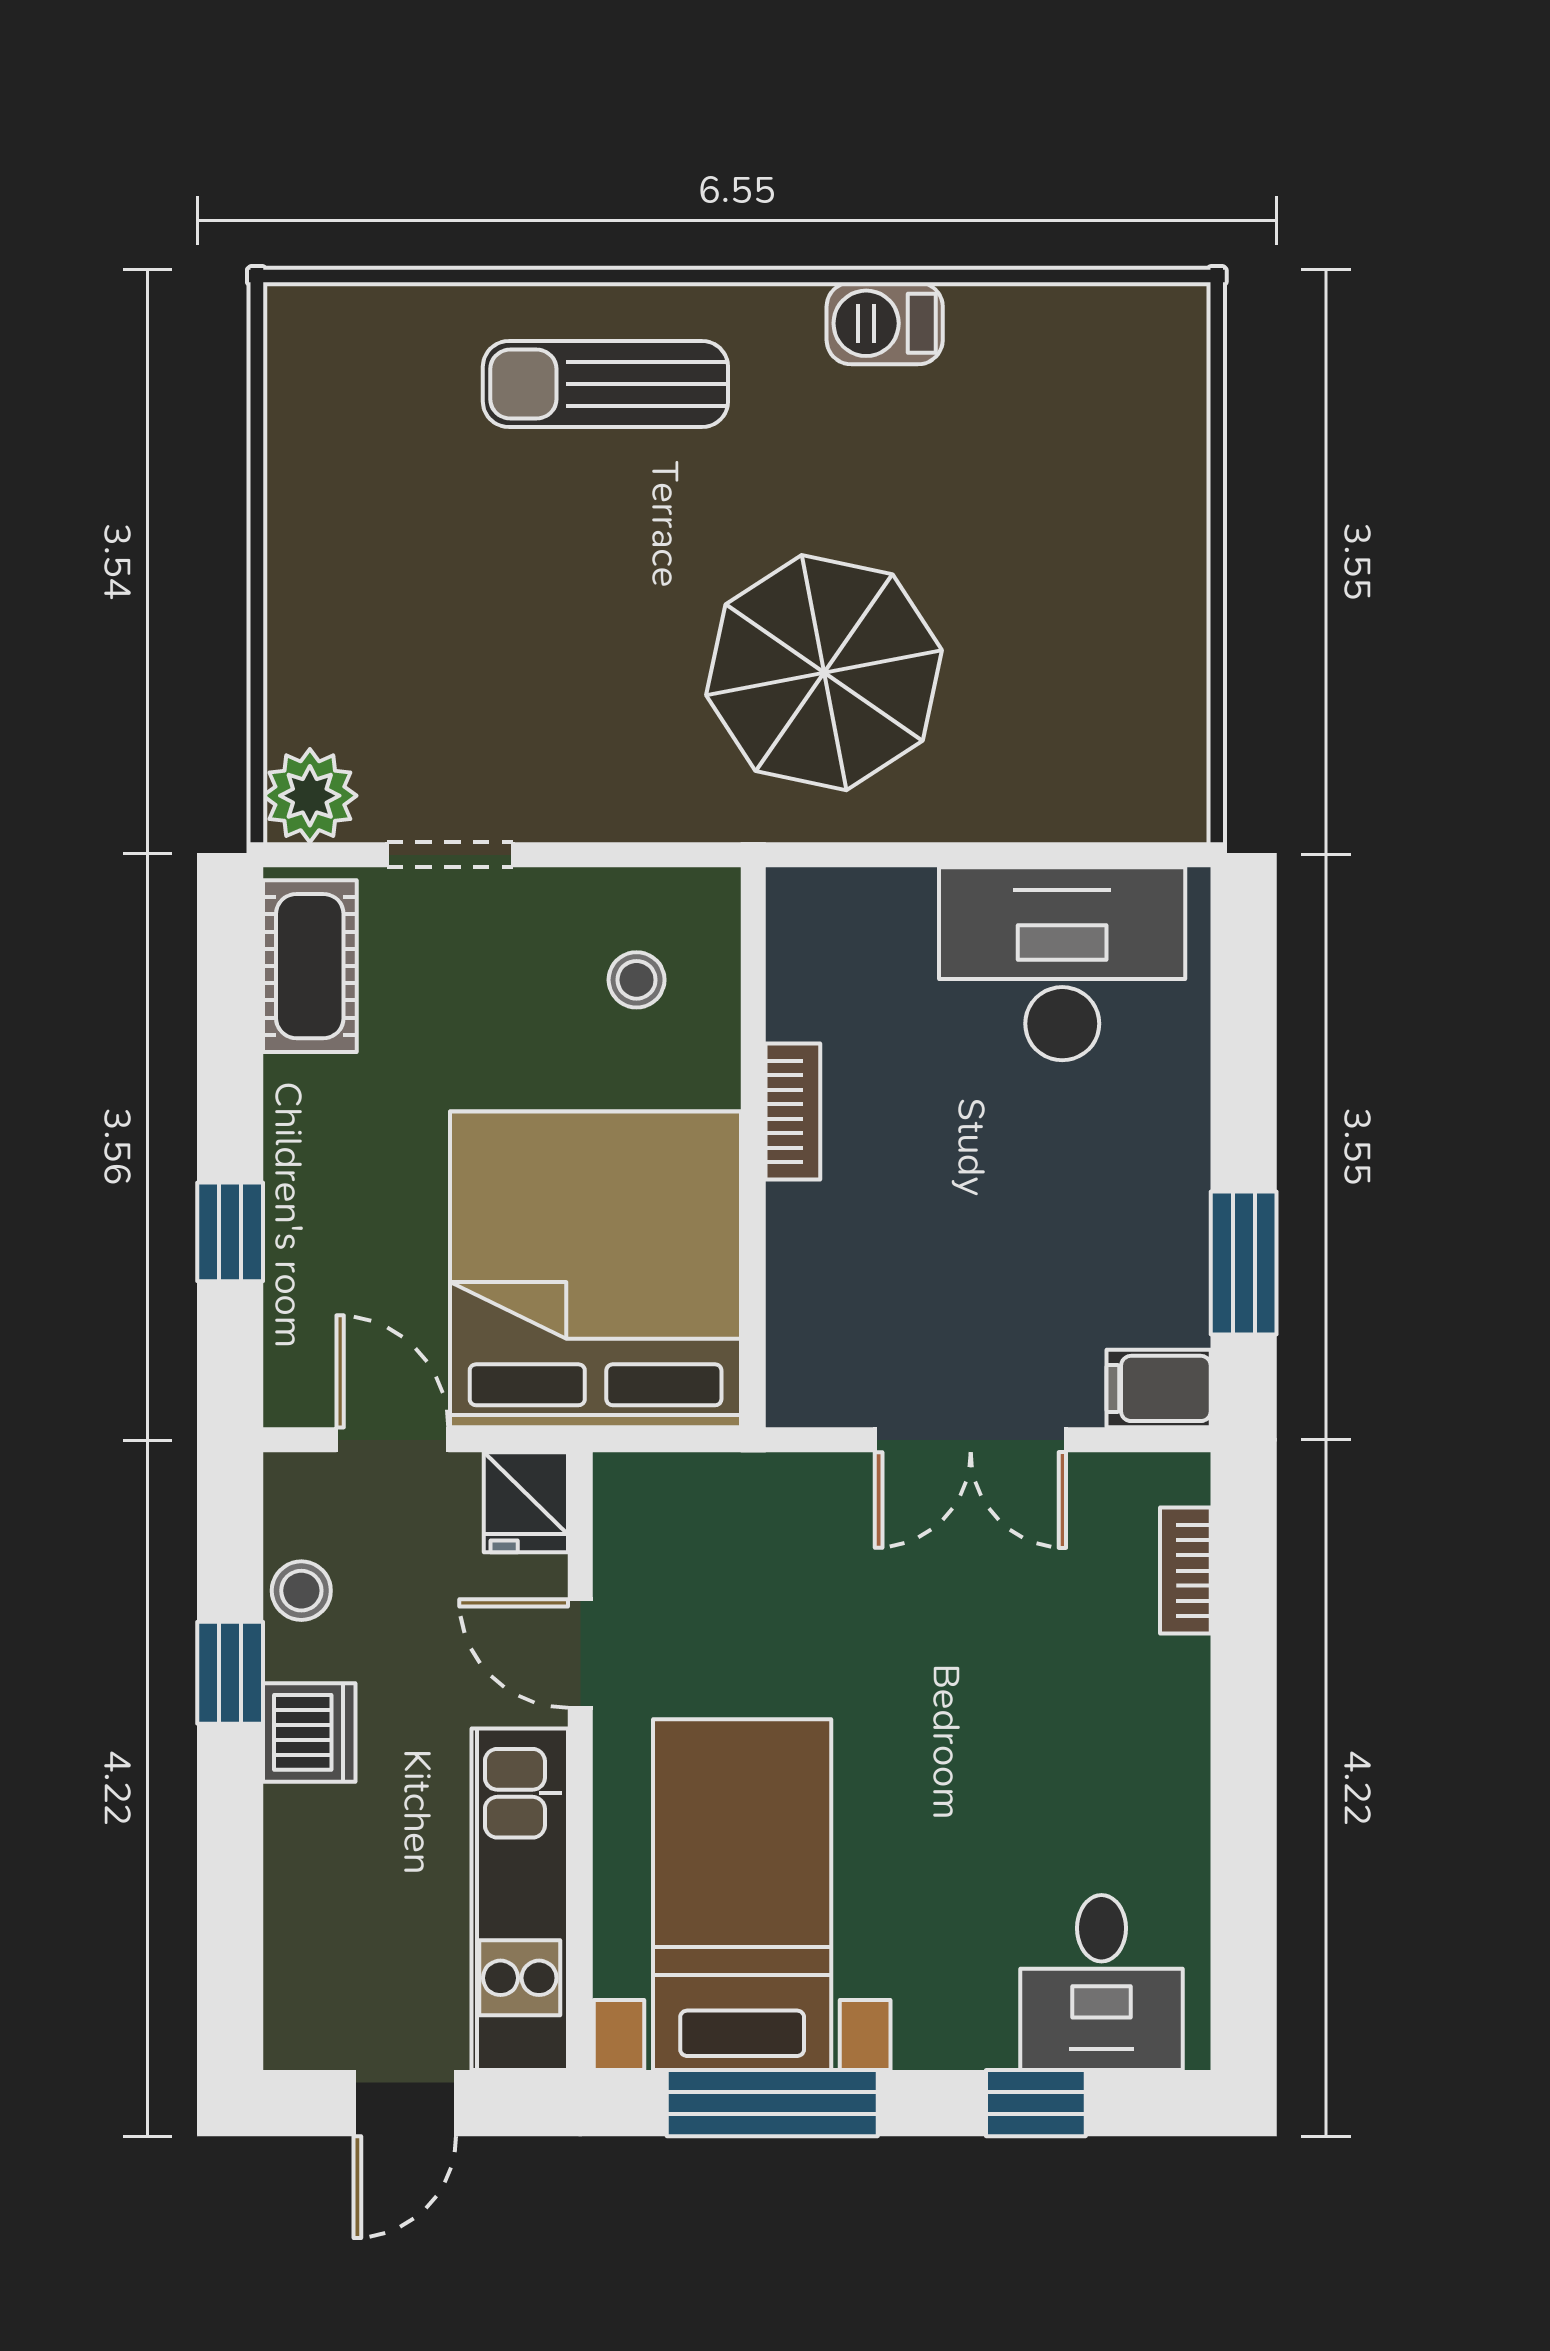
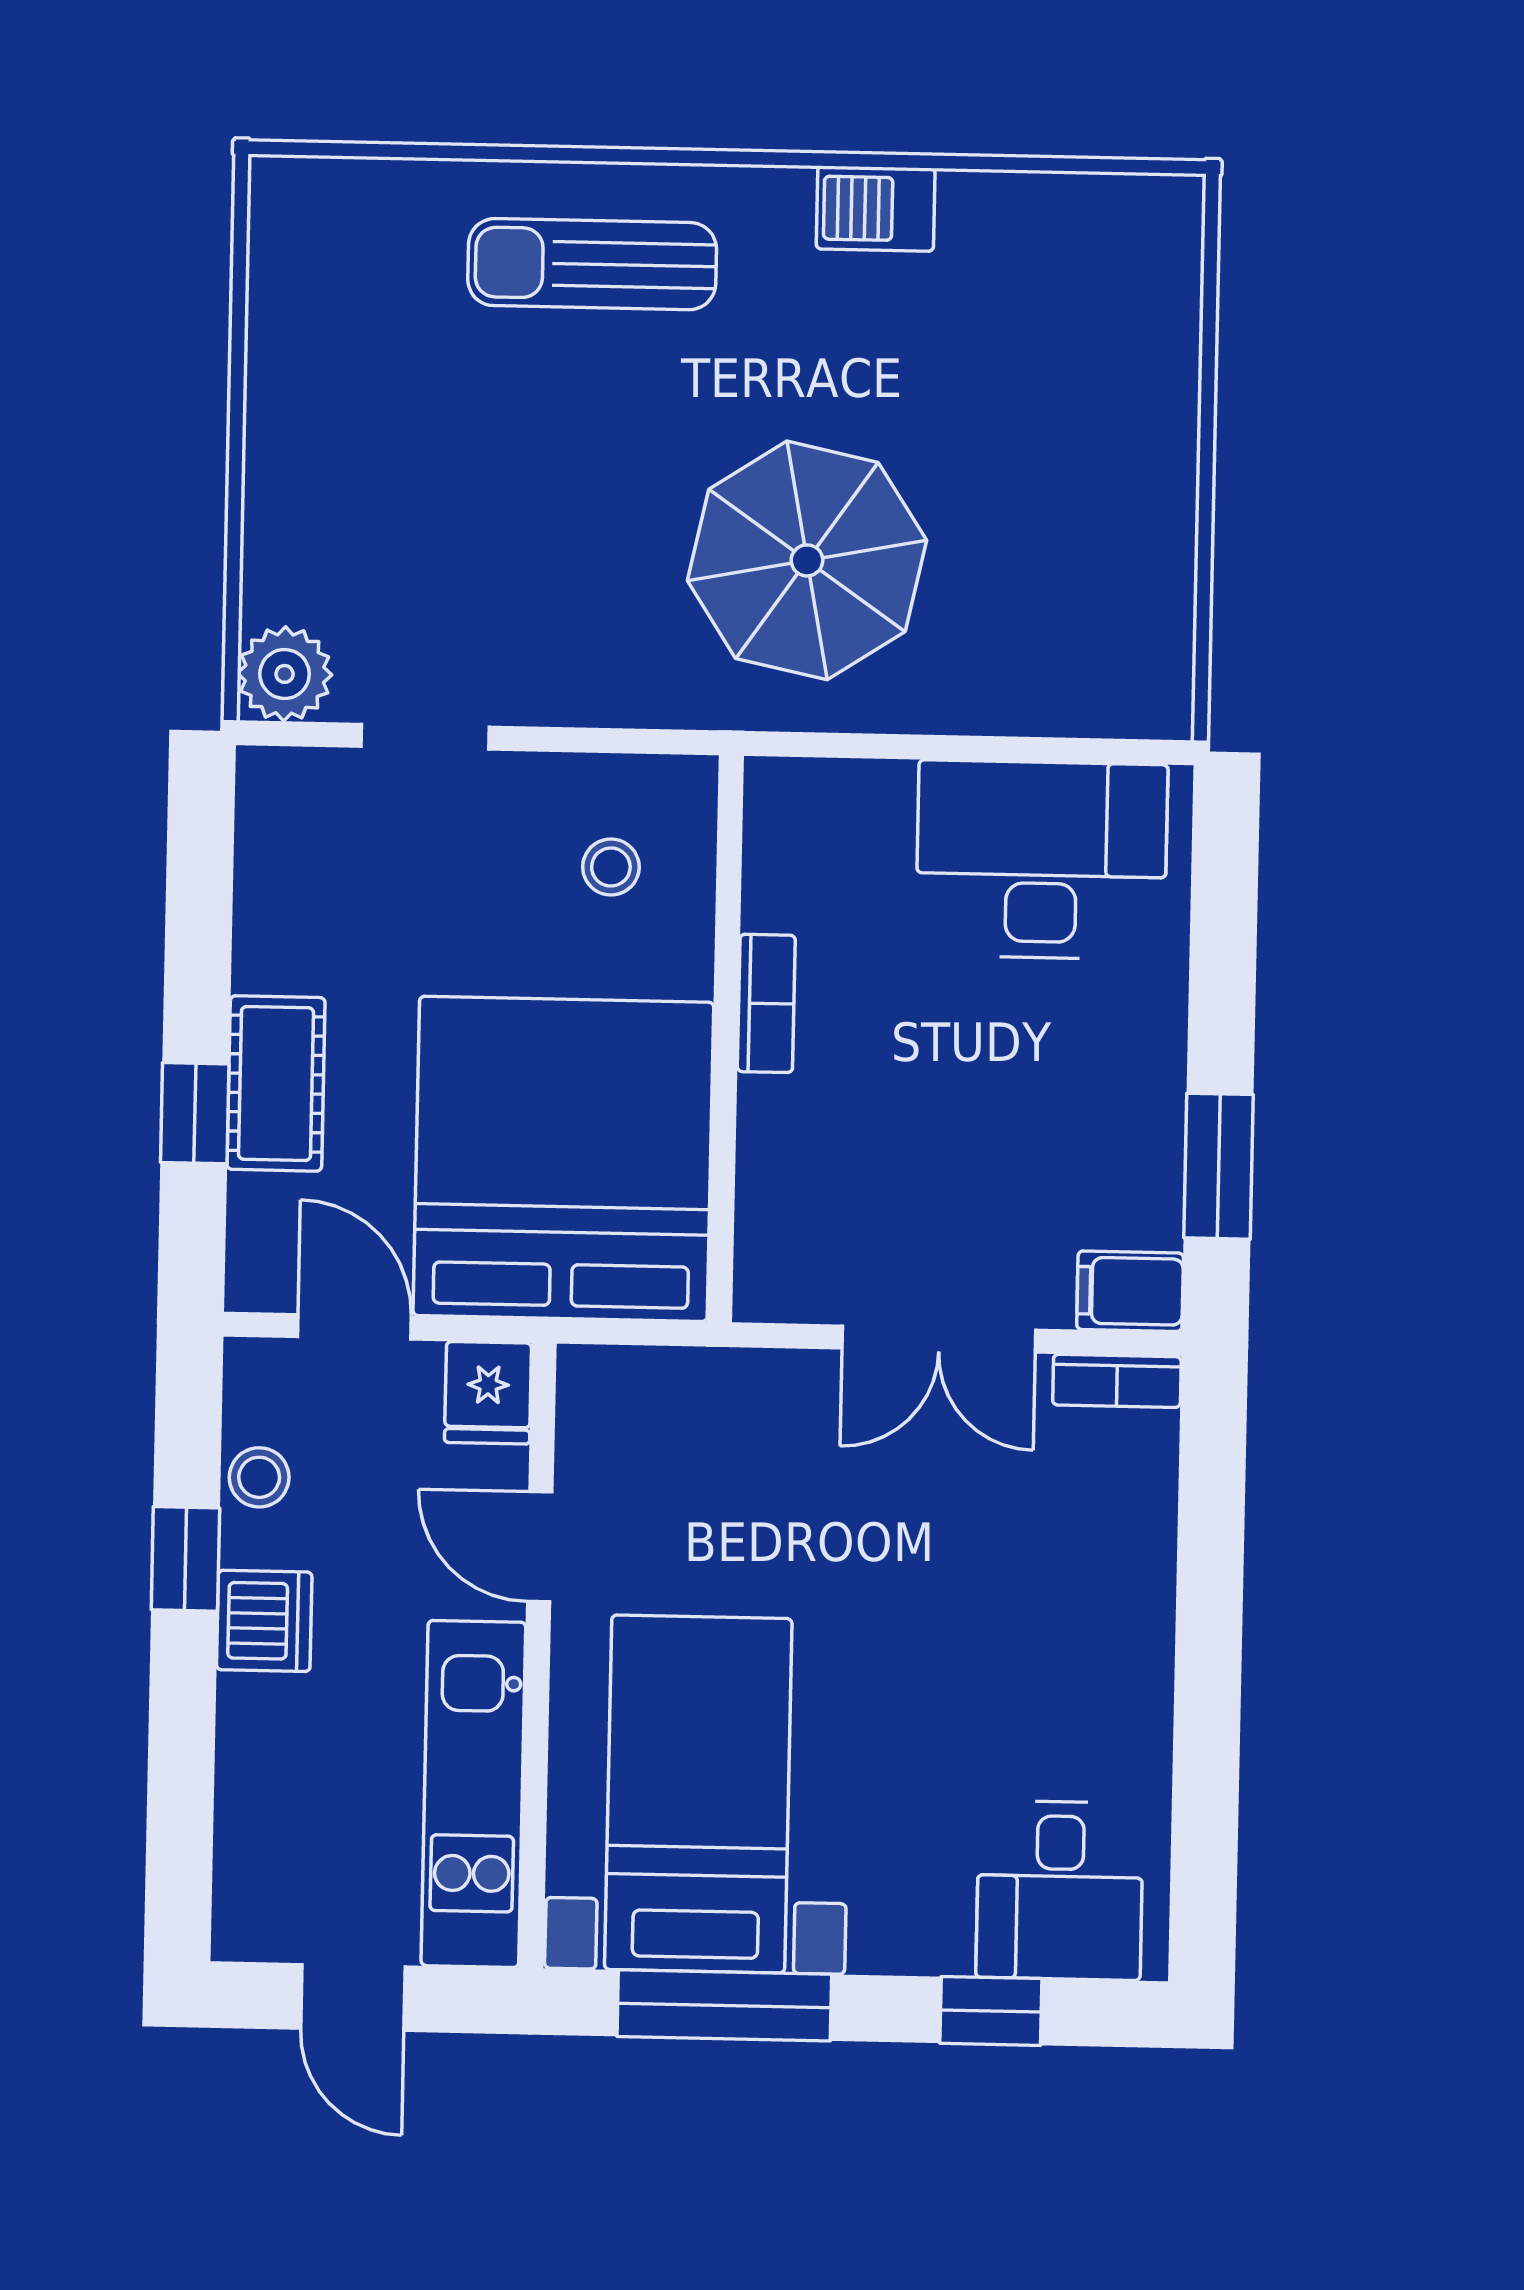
cot: (310, 966) -> (276, 1083), moved
bookcase: (1185, 1571) -> (1117, 1381), moved, turned -90
door: (405, 2103) -> (353, 1998), hinge flipped

